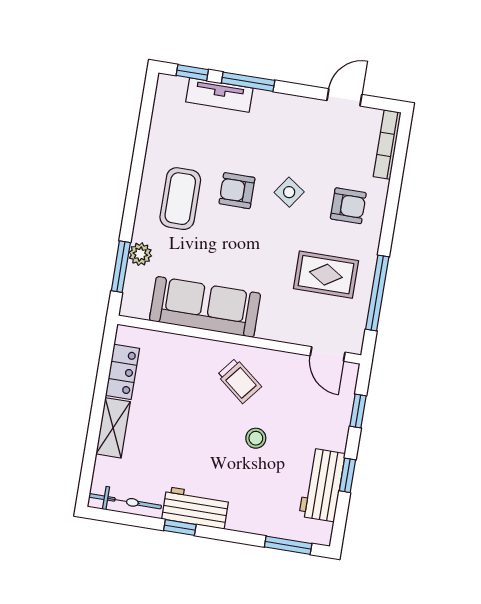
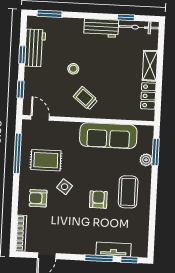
armchair: (237, 191) -> (98, 200), turned -90
side table: (289, 192) -> (65, 187), moved
window: (180, 528) -> (126, 17), moved

